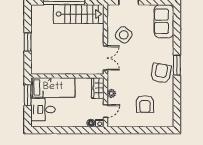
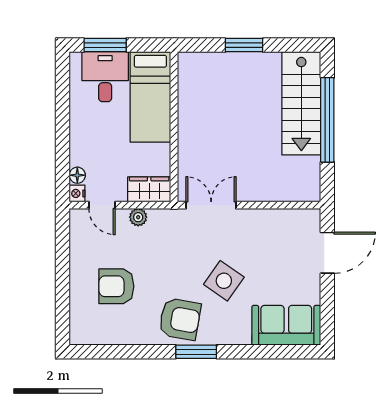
stairs: (79, 14) -> (301, 103), moved
side table: (124, 35) -> (224, 281), moved
double door: (105, 58) -> (211, 205), swing flipped
window: (28, 95) -> (105, 45), moved

